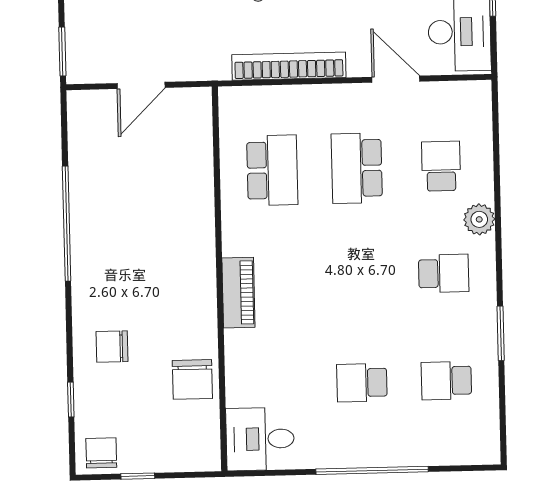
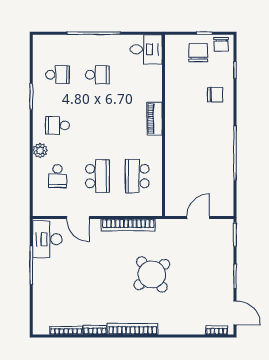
chair: (192, 379) -> (198, 53), moved

